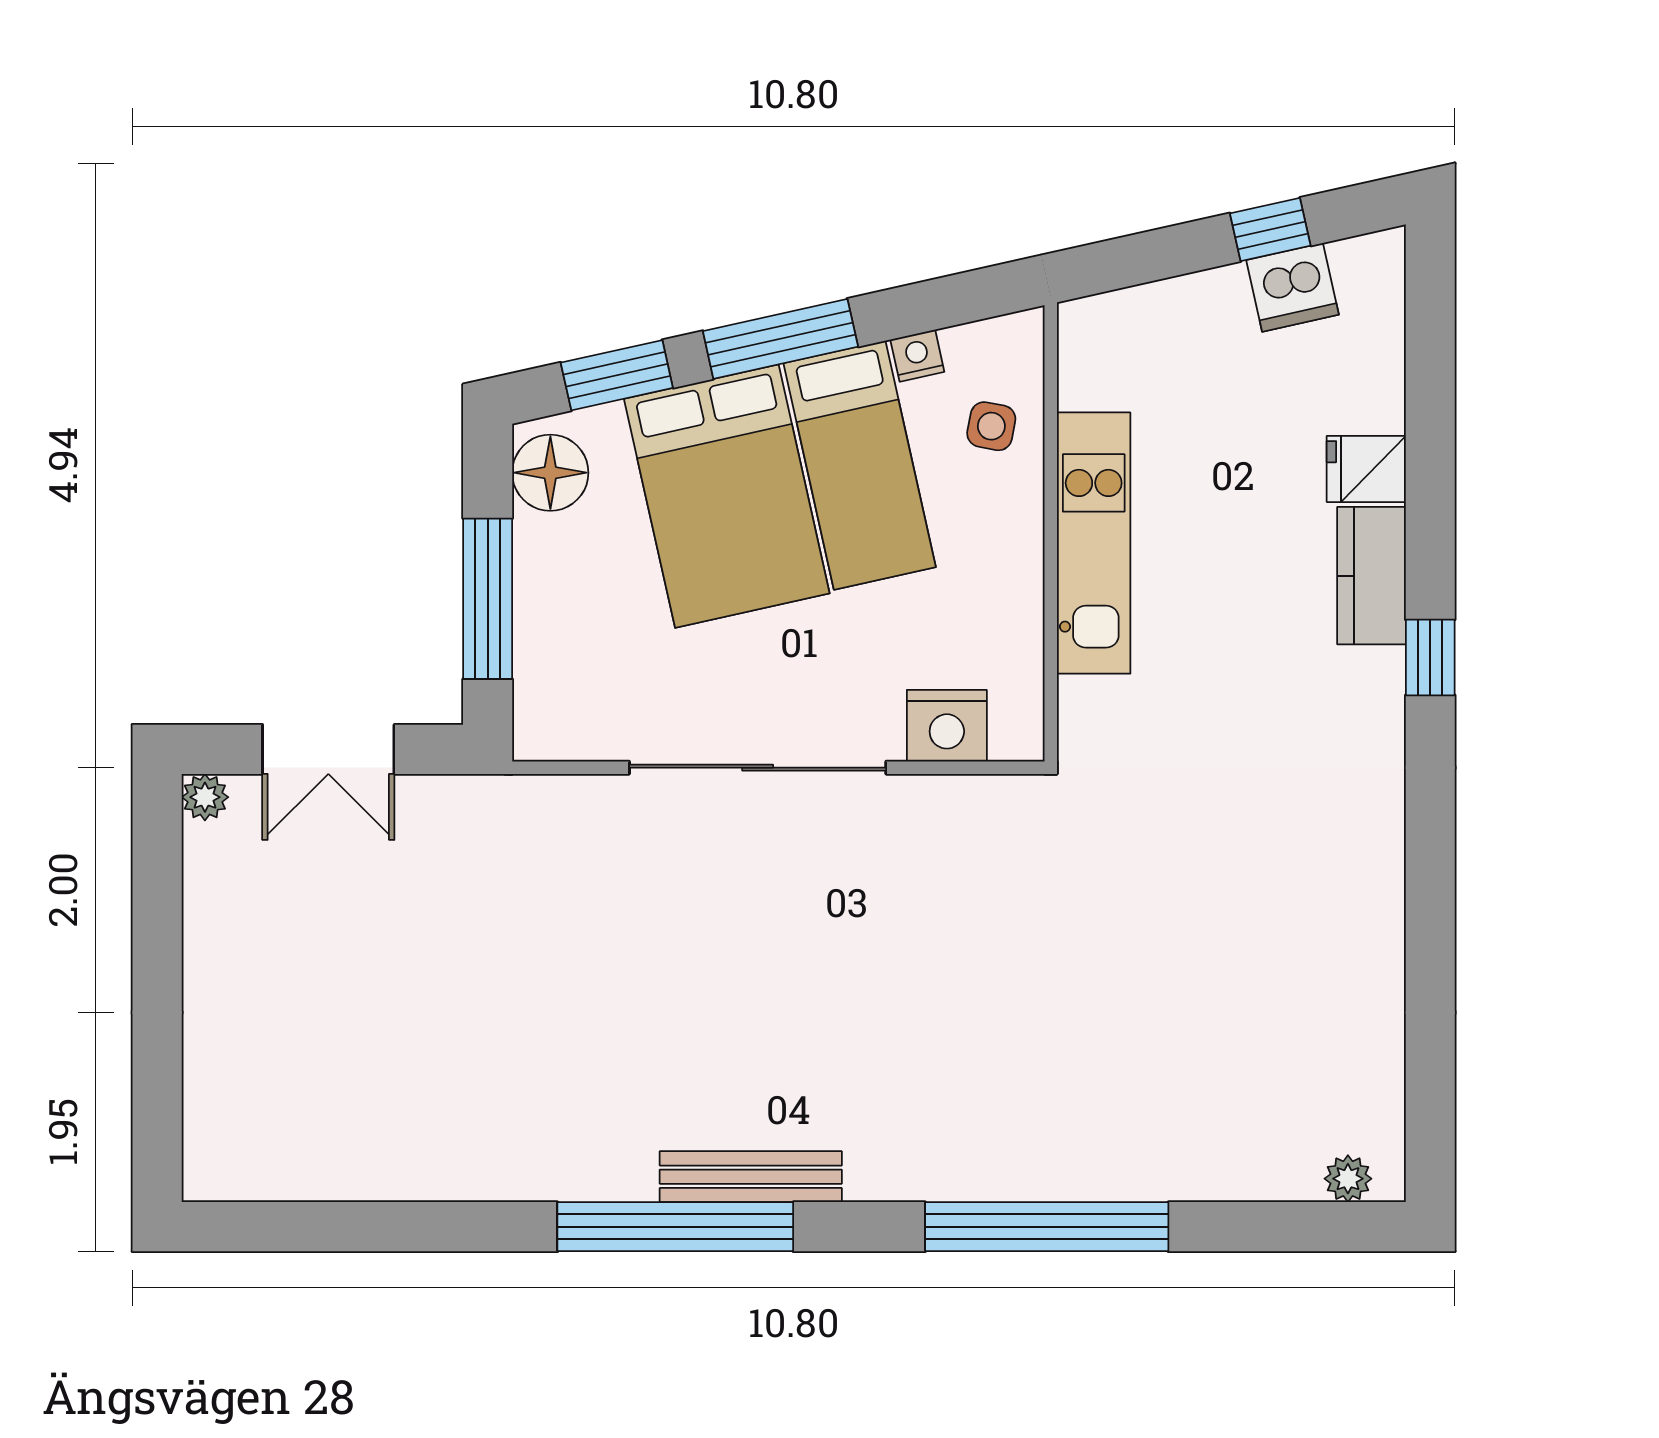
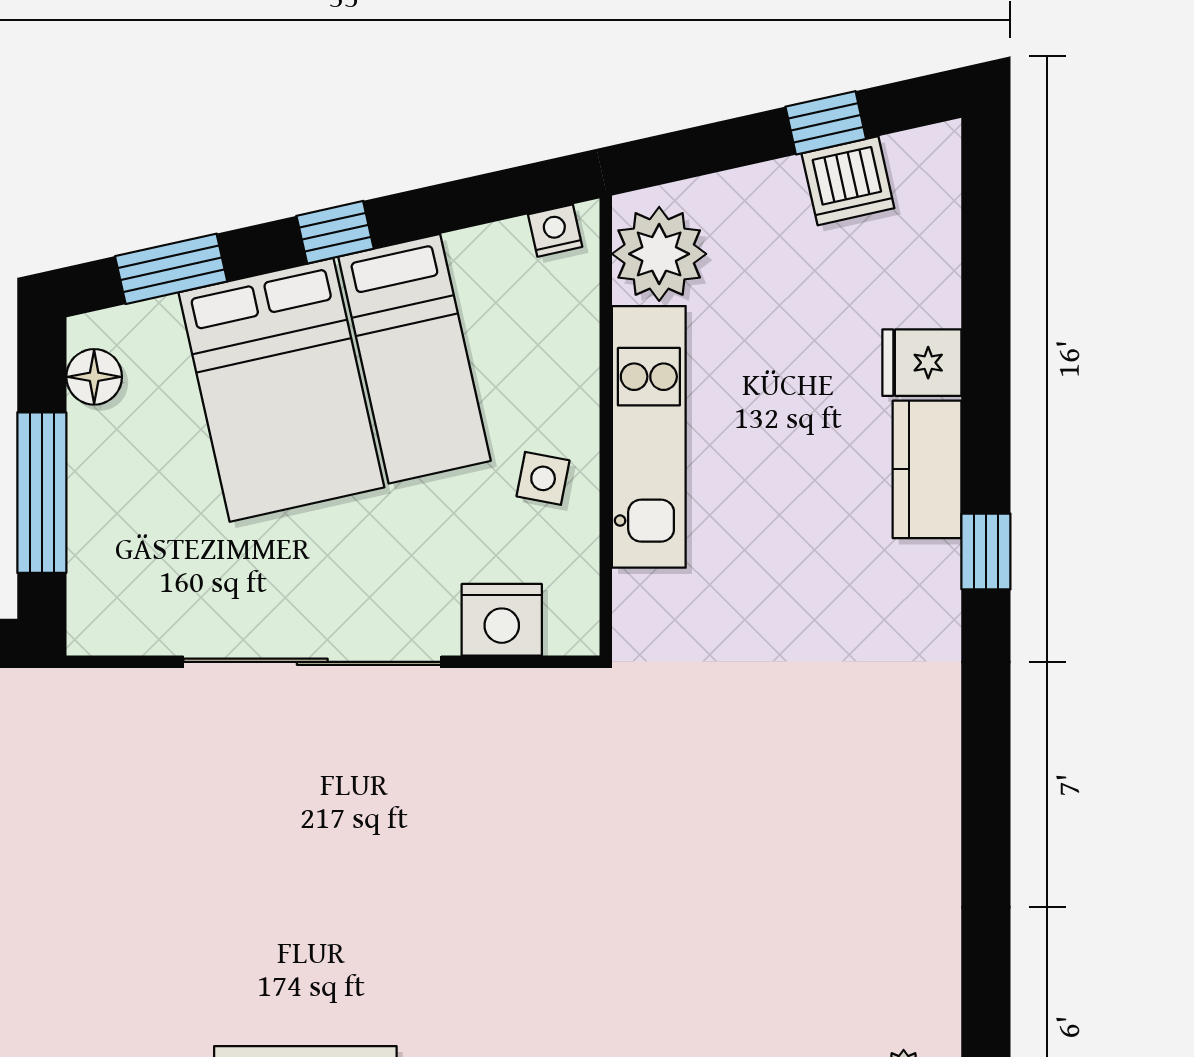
window: (780, 339) -> (335, 232), width x0.46
nightstand: (917, 356) -> (555, 231), moved
plant: (1104, 360) -> (659, 254), added
side table: (991, 426) -> (543, 478), moved
floor lamp: (550, 473) -> (94, 377), width x0.73, depth x0.73

